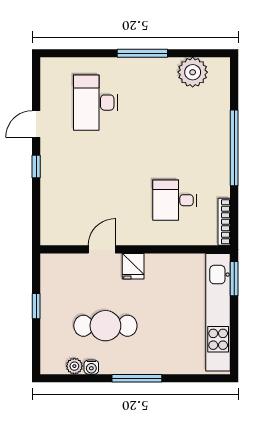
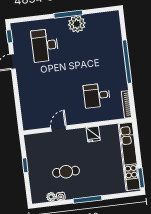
plant: (193, 72) -> (77, 24), moved
window: (36, 166) -> (10, 36), moved
fridge: (133, 266) -> (93, 134), moved
window: (234, 279) -> (141, 178), moved
cafe table: (105, 326) -> (66, 172), width x0.73, depth x0.74

